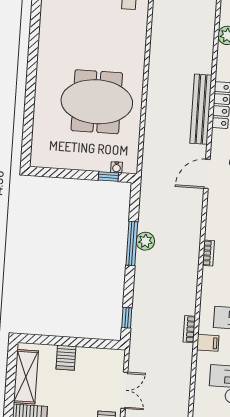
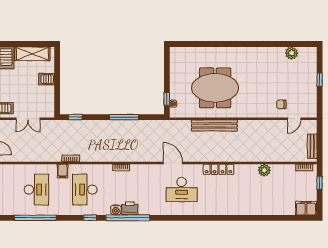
meeting table: (97, 102) -> (215, 88), turned 90
bench: (201, 109) -> (214, 125), moved
plant: (145, 241) -> (126, 126), removed

